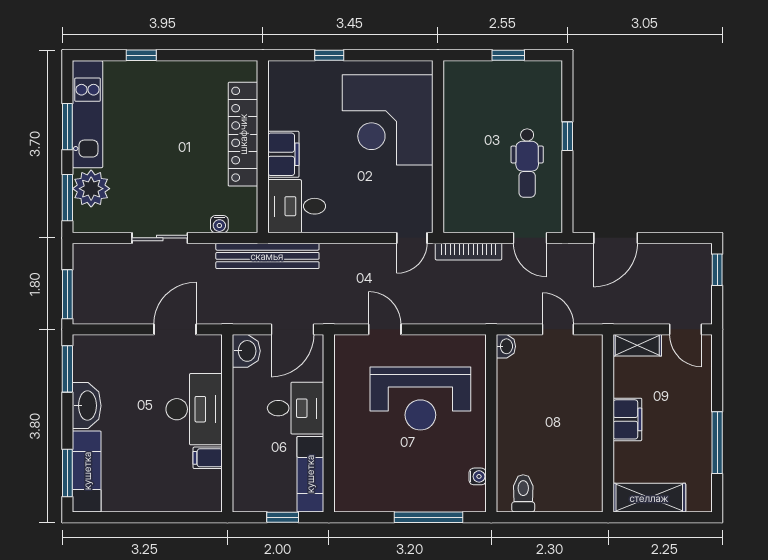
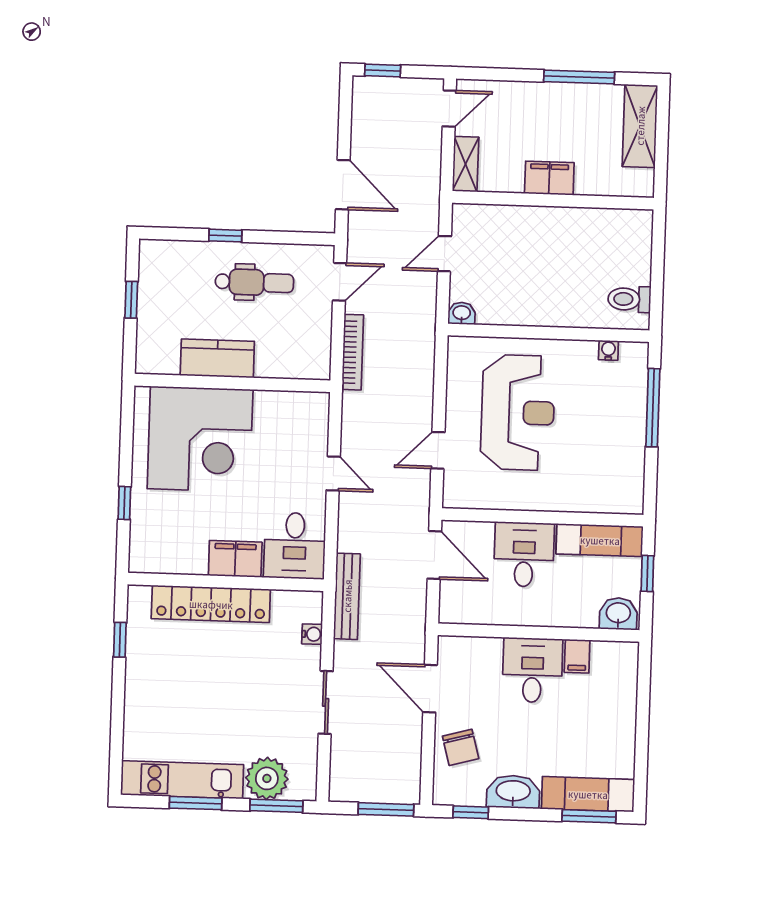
window: (141, 55) -> (120, 640), moved
kitchen counter: (459, 133) -> (217, 358), added
door: (412, 238) -> (333, 473), moved
bench: (267, 256) -> (347, 596), width x0.73, depth x0.82
washbasin: (246, 351) -> (618, 614), moved
chair: (124, 358) -> (461, 747), added
window: (67, 369) -> (471, 812), width x0.67
desk: (194, 409) -> (532, 670), width x0.73
shelving: (649, 498) -> (640, 126), moved

